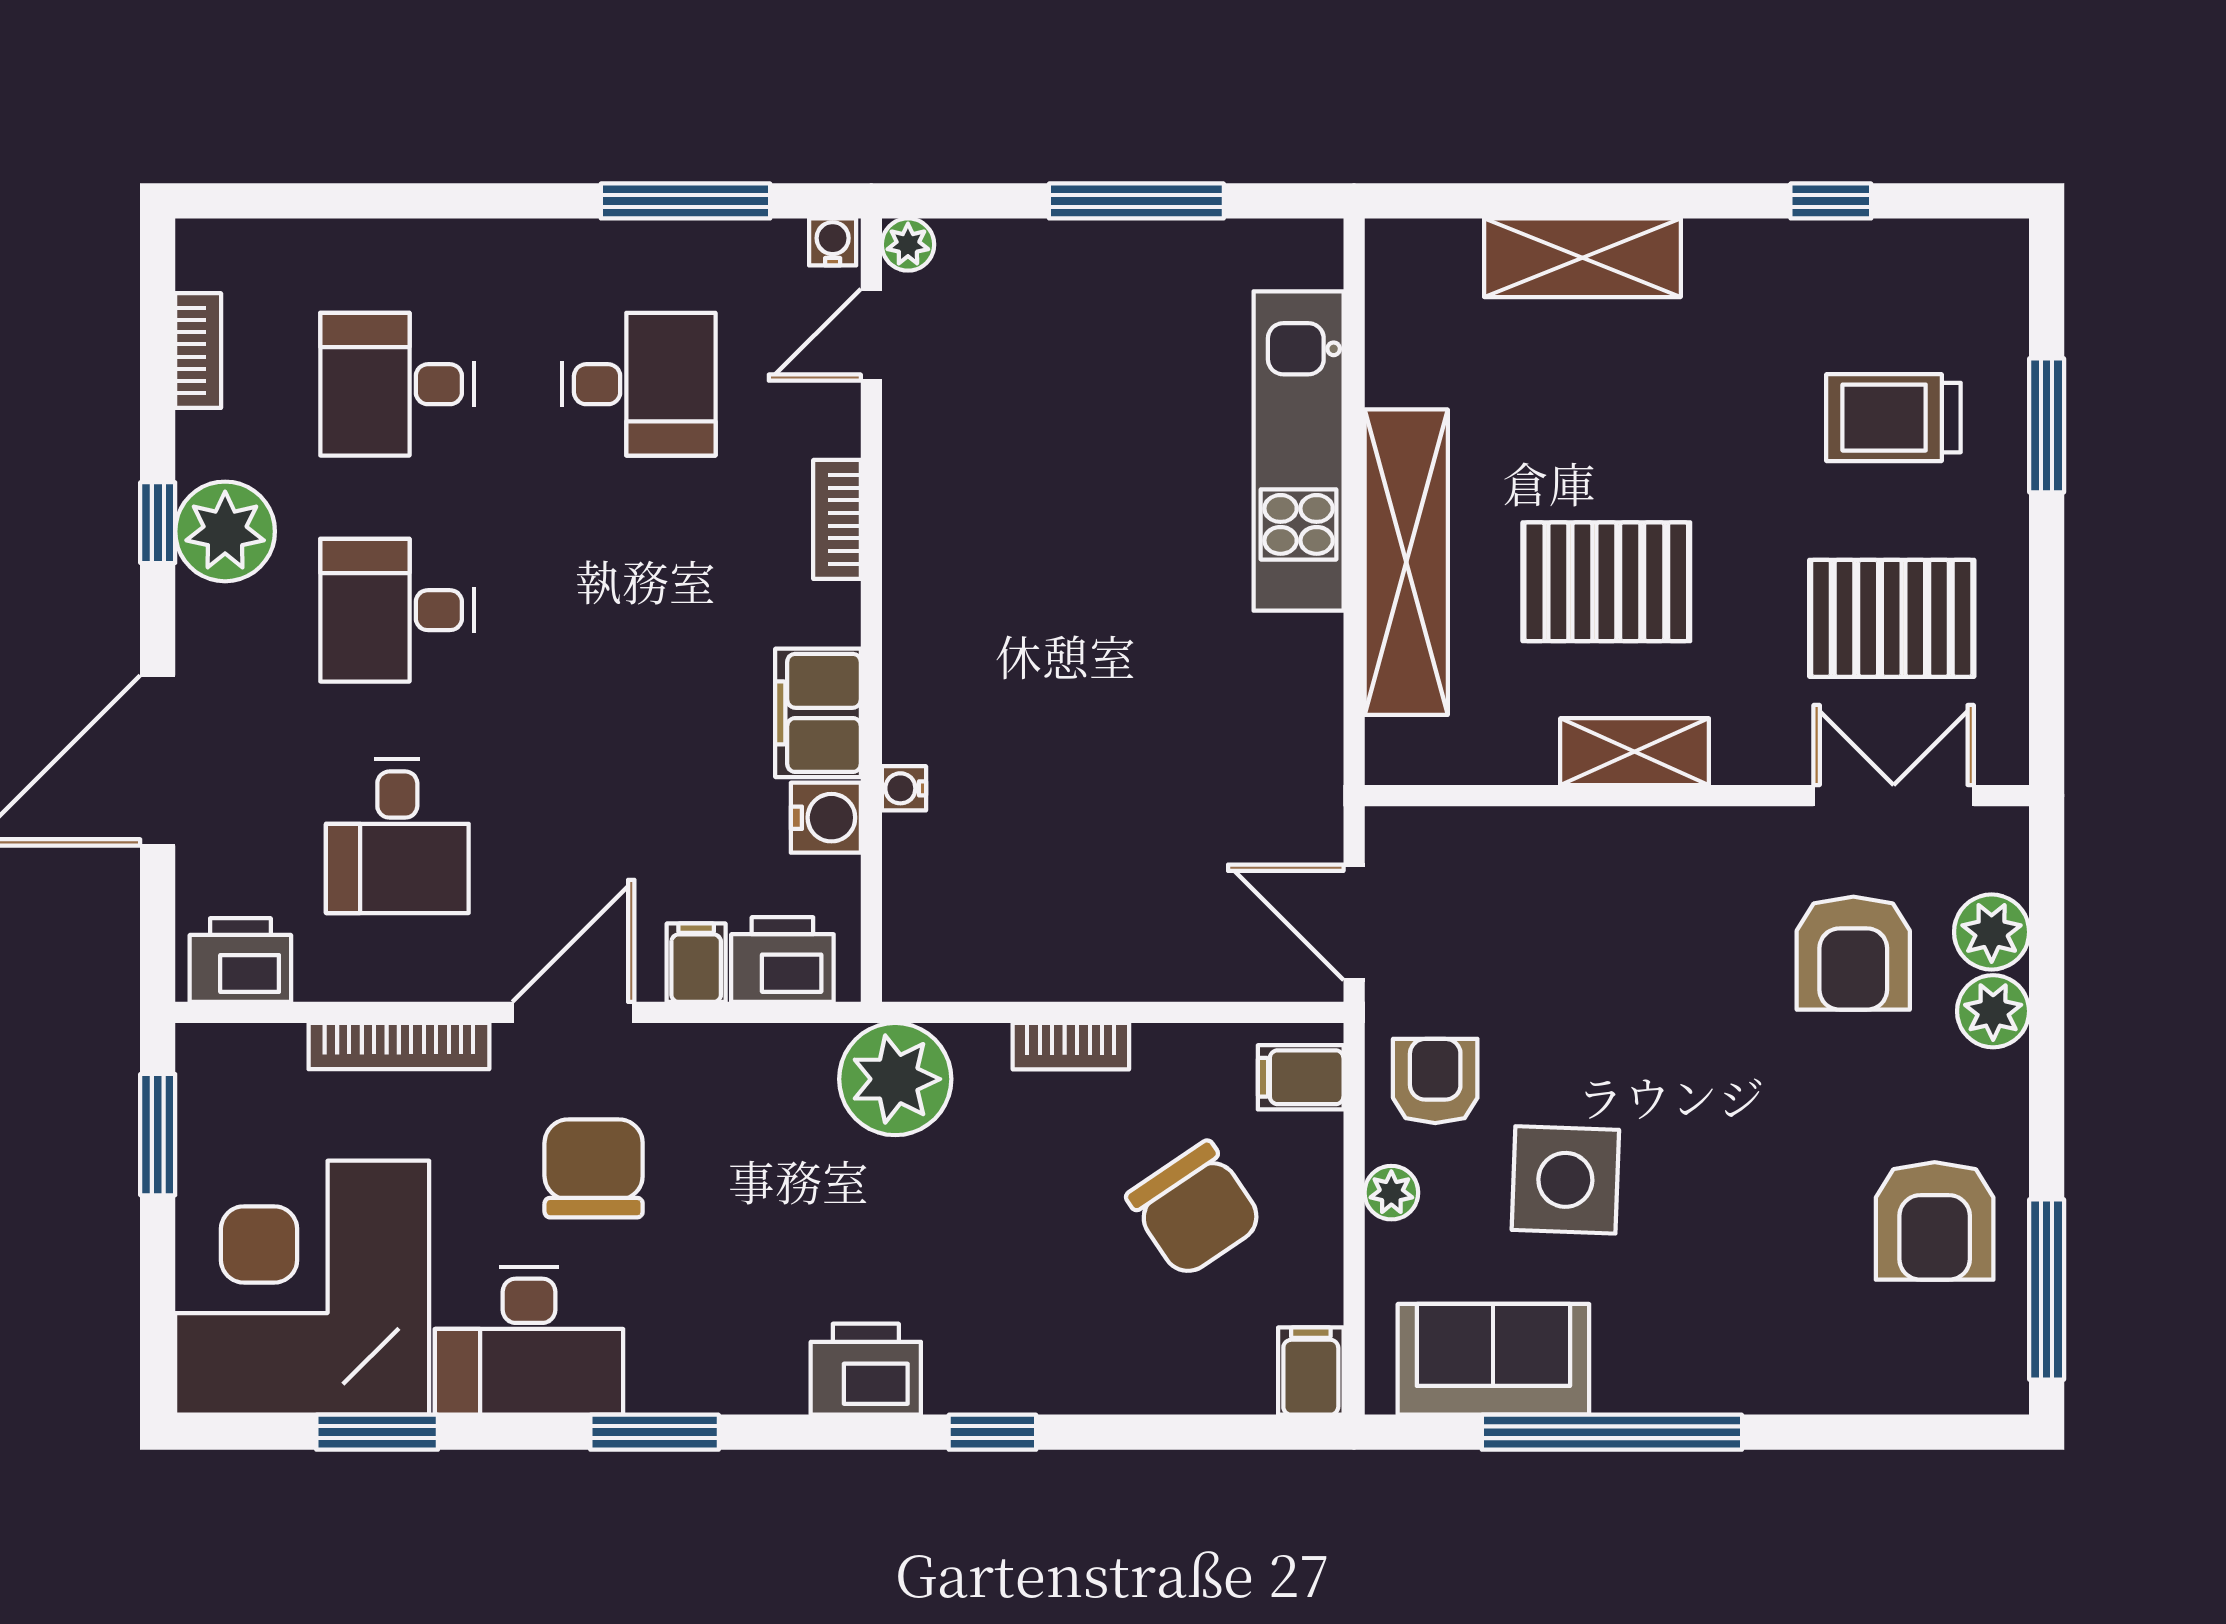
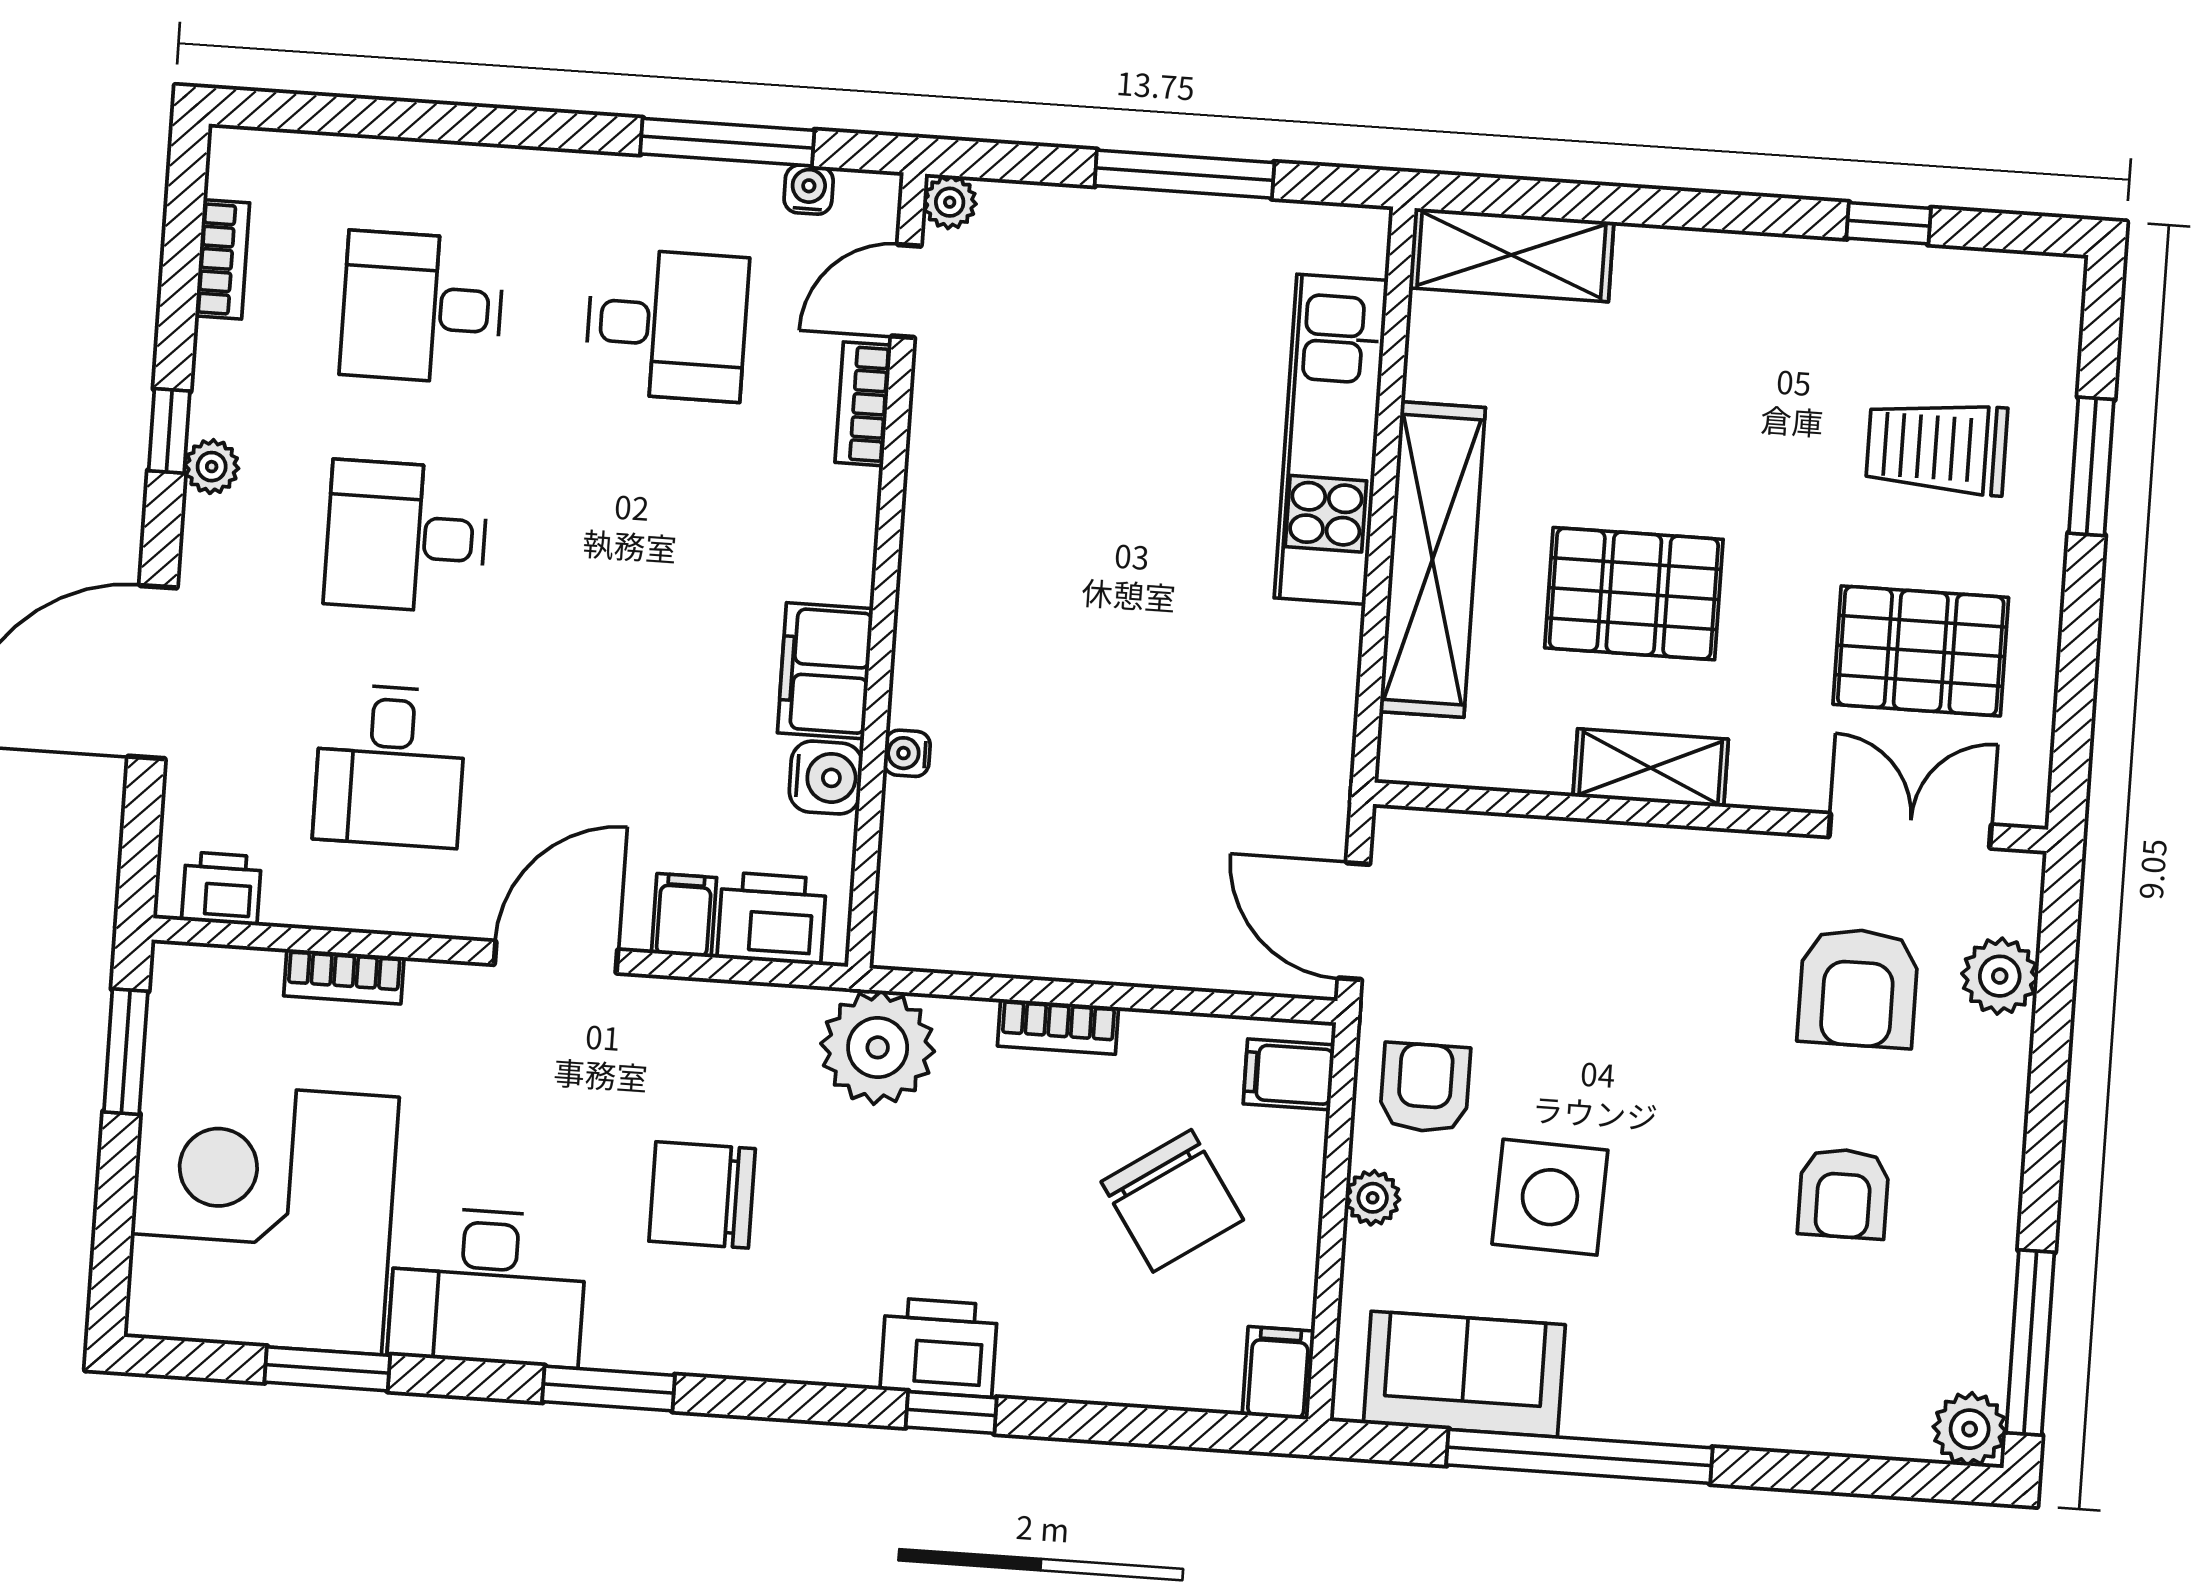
water cooler: (833, 242) -> (809, 190), moved
shelving: (1582, 258) -> (1511, 255), moved
bookcase: (837, 519) -> (863, 404), moved
plant: (225, 531) -> (212, 467), width x0.53, depth x0.53
printer: (240, 960) -> (222, 889), width x0.73, depth x0.81
plant: (1993, 1011) -> (1970, 1429), moved
bookcase: (399, 1046) -> (344, 977), width x0.64
chair: (594, 1168) -> (702, 1195), moved, turned -90
armchair: (1935, 1221) -> (1843, 1193), moved, width x0.72, depth x0.72
printer: (866, 1369) -> (939, 1347), moved

